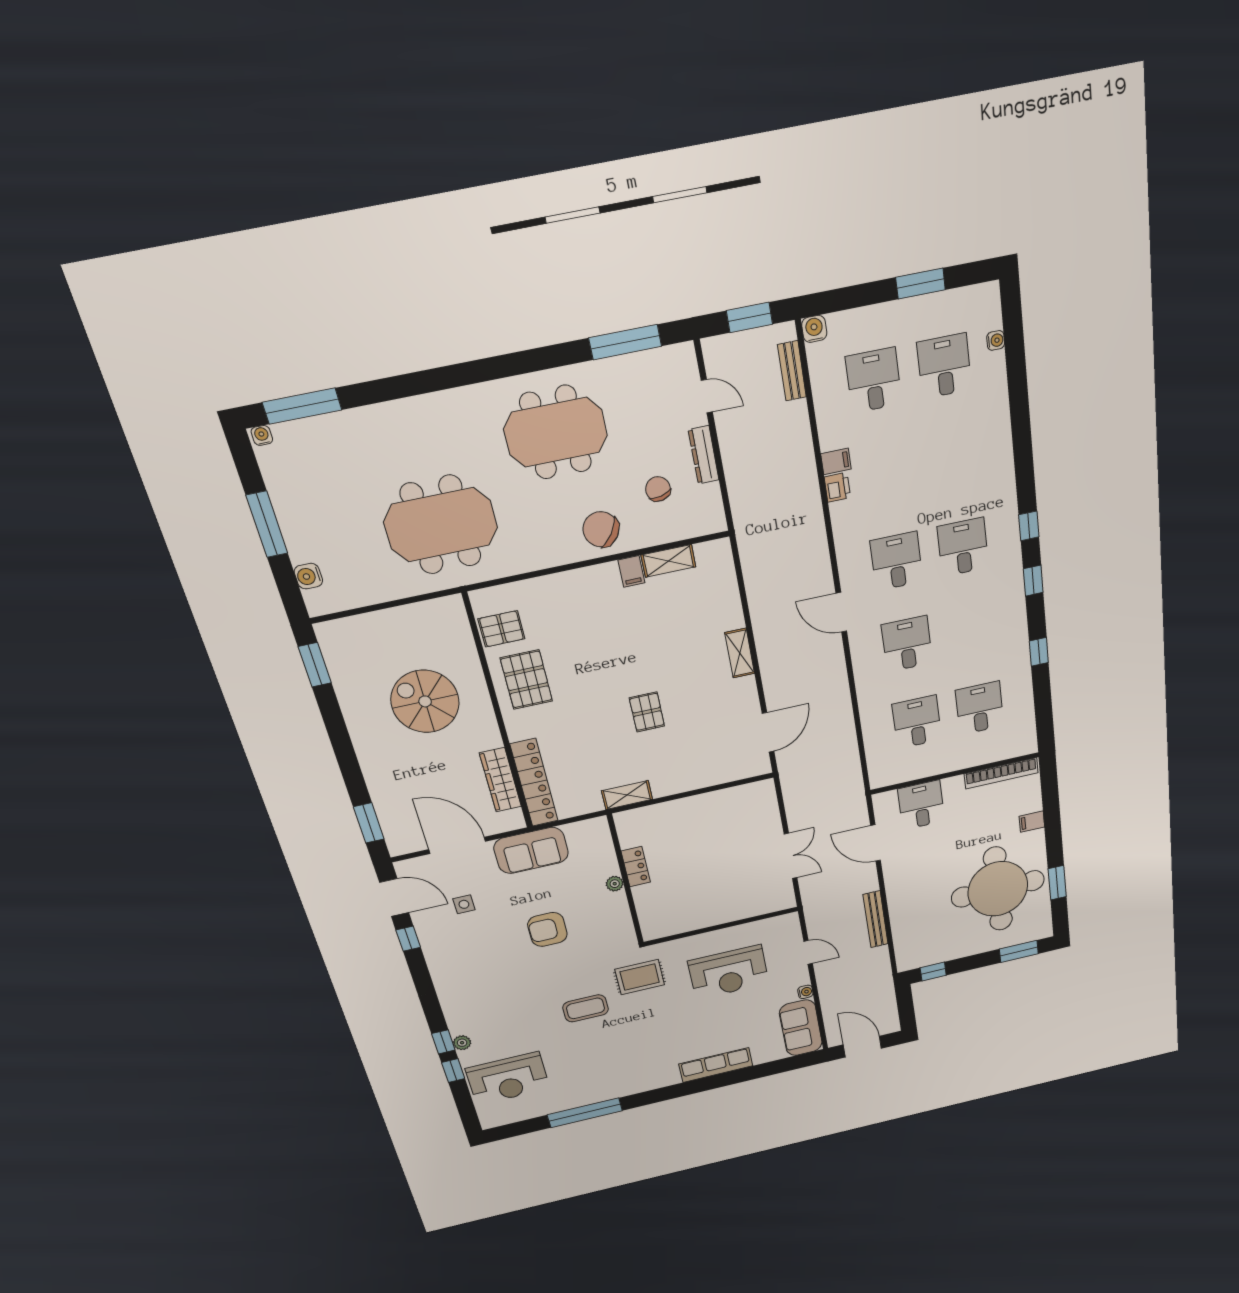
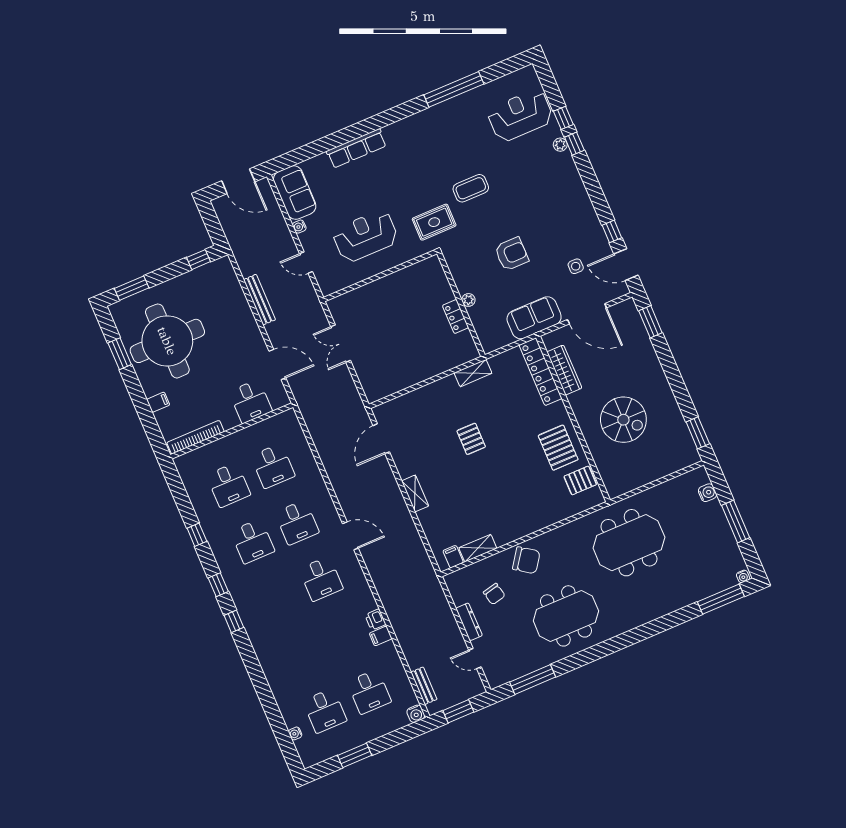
desk: (963, 547) -> (253, 541), moved
filing cabinet: (631, 571) -> (453, 557), moved

